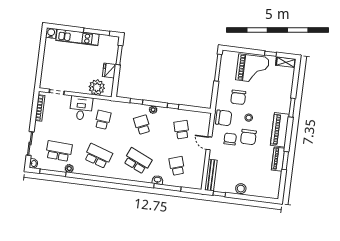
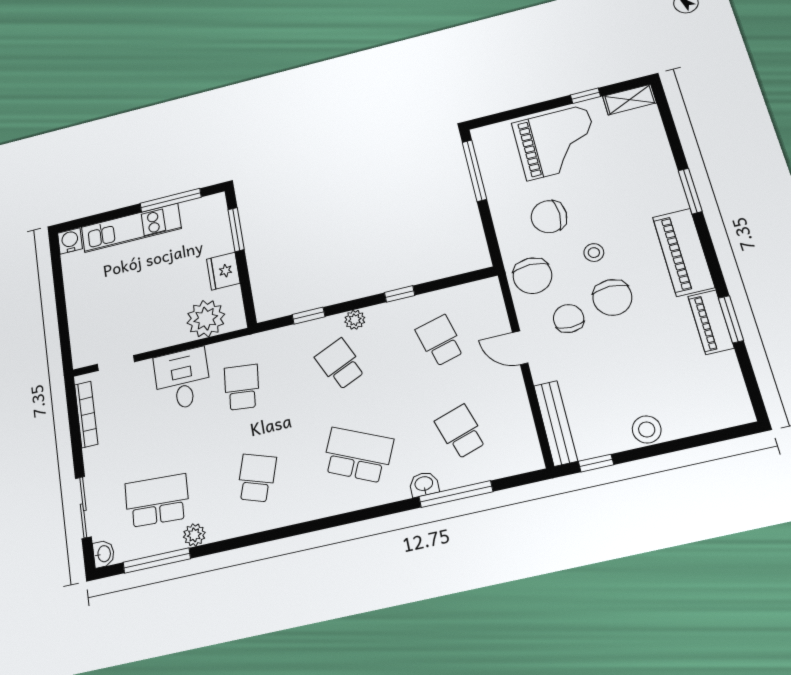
chair: (238, 97) -> (549, 217), turned 90
chair: (224, 118) -> (532, 276), turned 90
school desk: (98, 156) -> (257, 478), width x0.54

